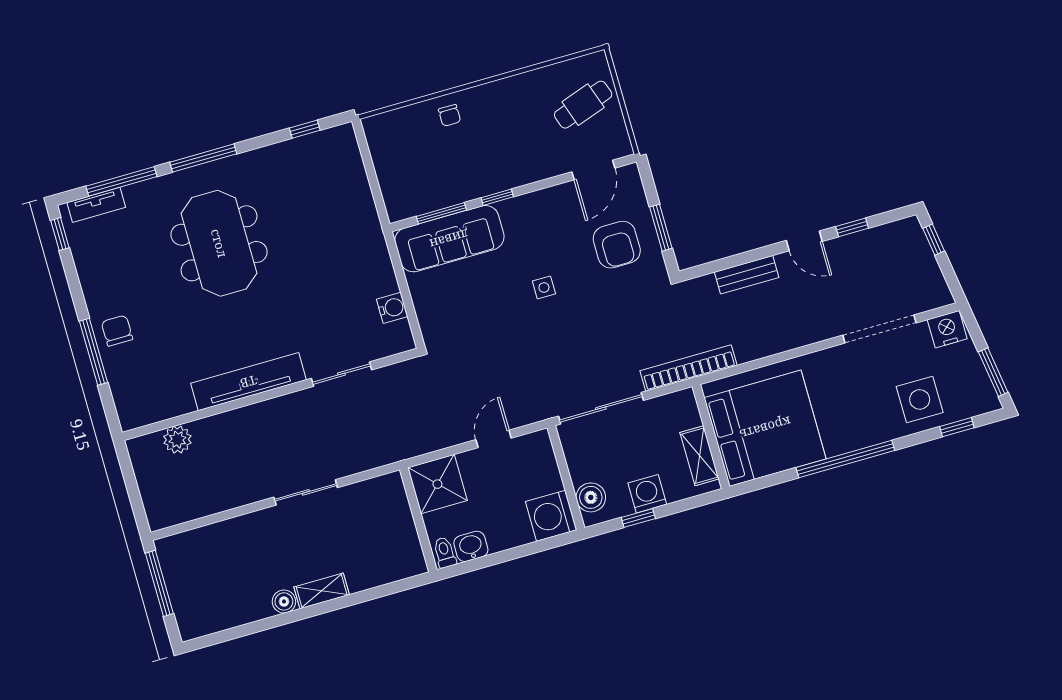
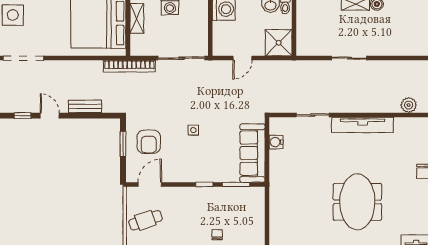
sofa: (449, 239) -> (252, 153), moved, turned -90
armchair: (617, 245) -> (149, 142), turned 180
boiler: (591, 497) -> (200, 13), removed

